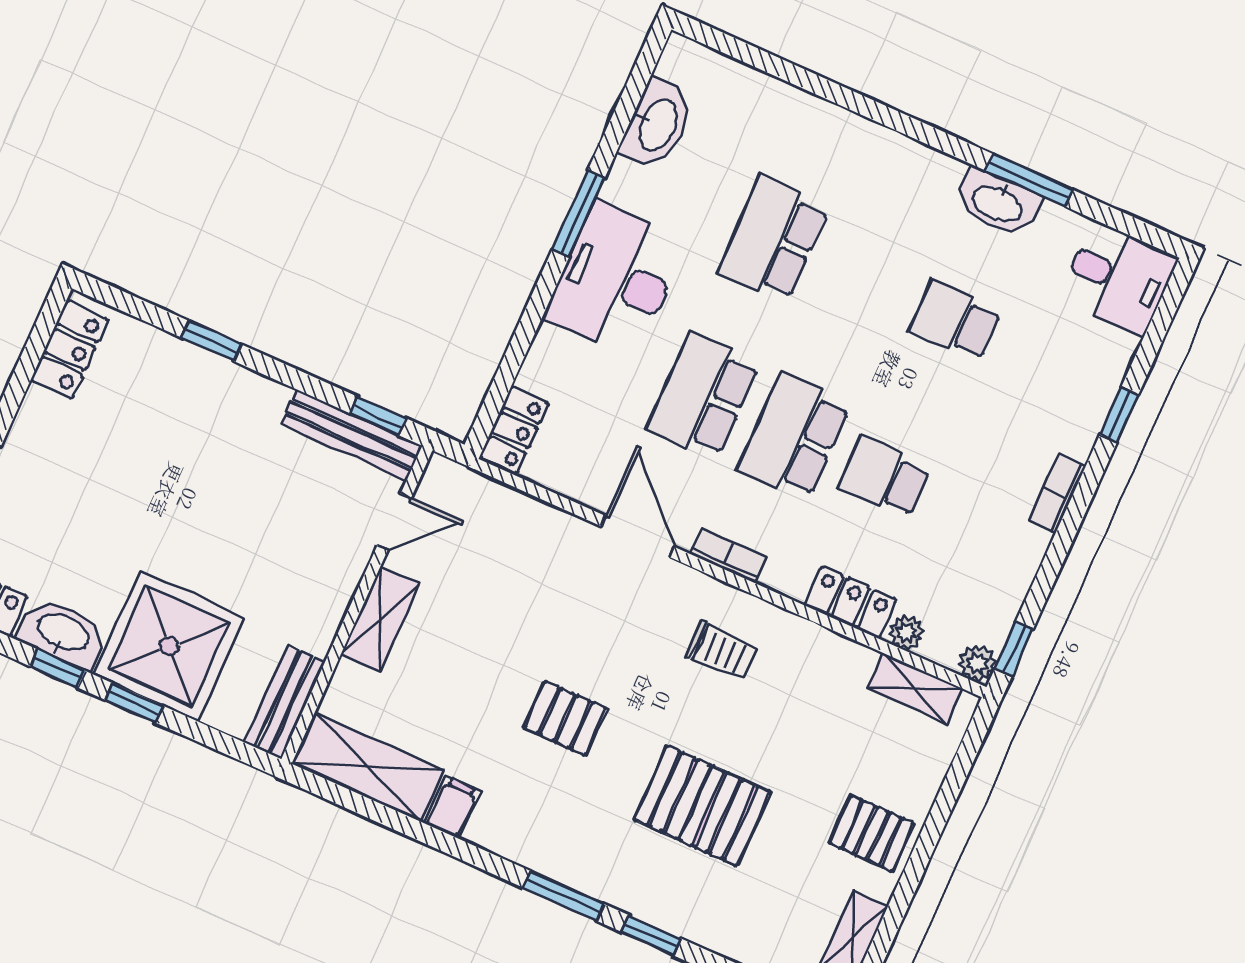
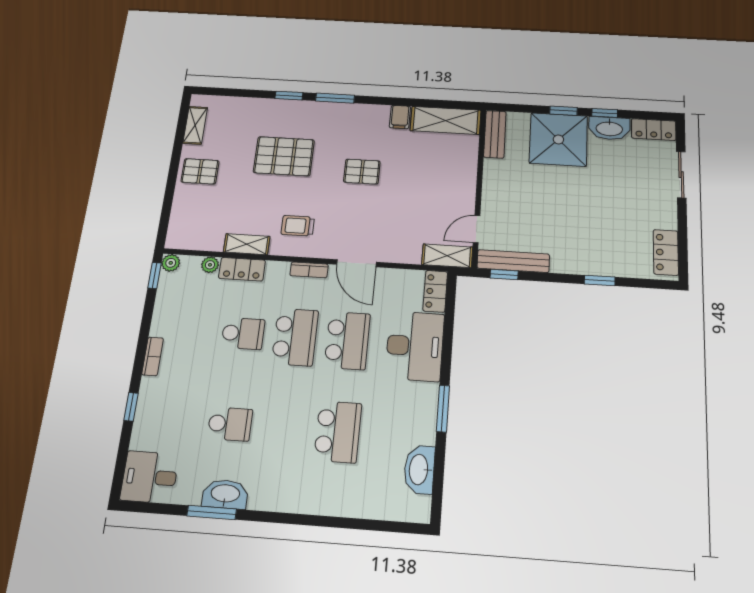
desk: (615, 279) -> (415, 346), moved
shelving: (380, 619) -> (447, 256), moved, turned 90
shelving: (915, 689) -> (247, 244), moved

